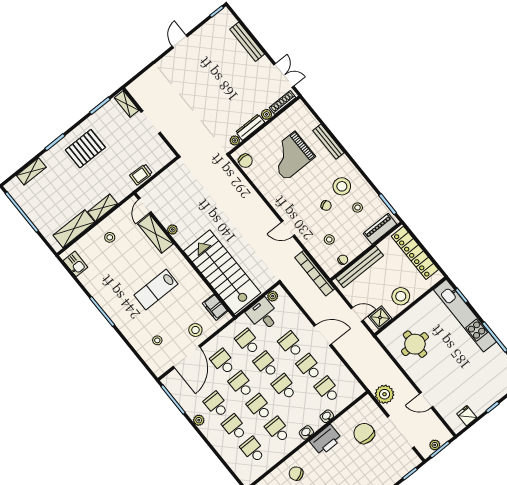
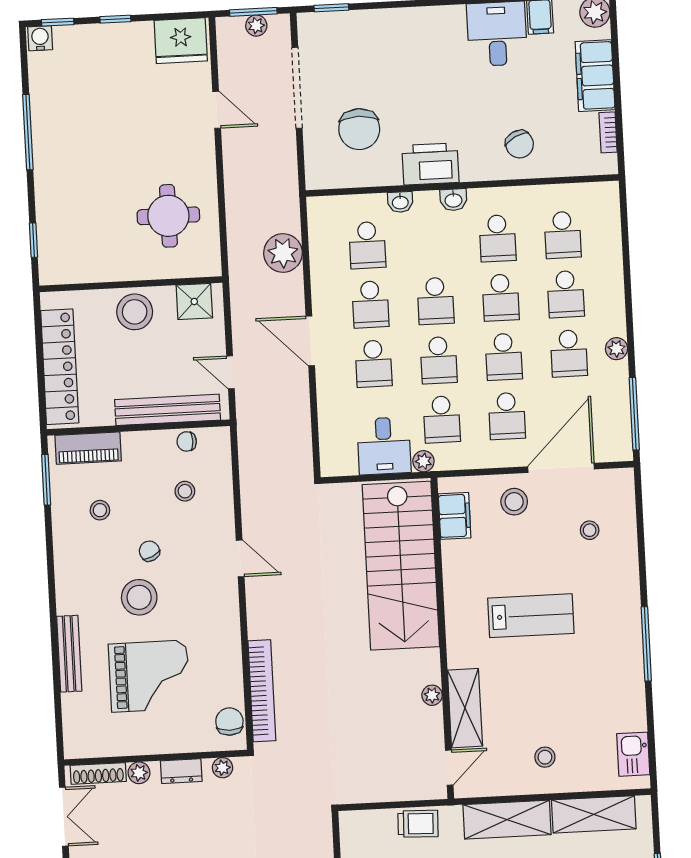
double door: (284, 75) -> (64, 817), swing flipped
dresser: (250, 127) -> (181, 771), width x0.70
stool: (342, 186) -> (139, 597), moved
shelving: (103, 208) -> (507, 820), width x1.50, depth x1.33
bookcase: (315, 273) -> (262, 691), moved
plant: (273, 296) -> (423, 461), moved
door: (357, 314) -> (230, 372), moved
kitchen unit: (465, 316) -> (52, 203), removed
plant: (385, 394) -> (283, 253), moved
fridge: (467, 416) -> (181, 41), width x1.88, depth x1.34

